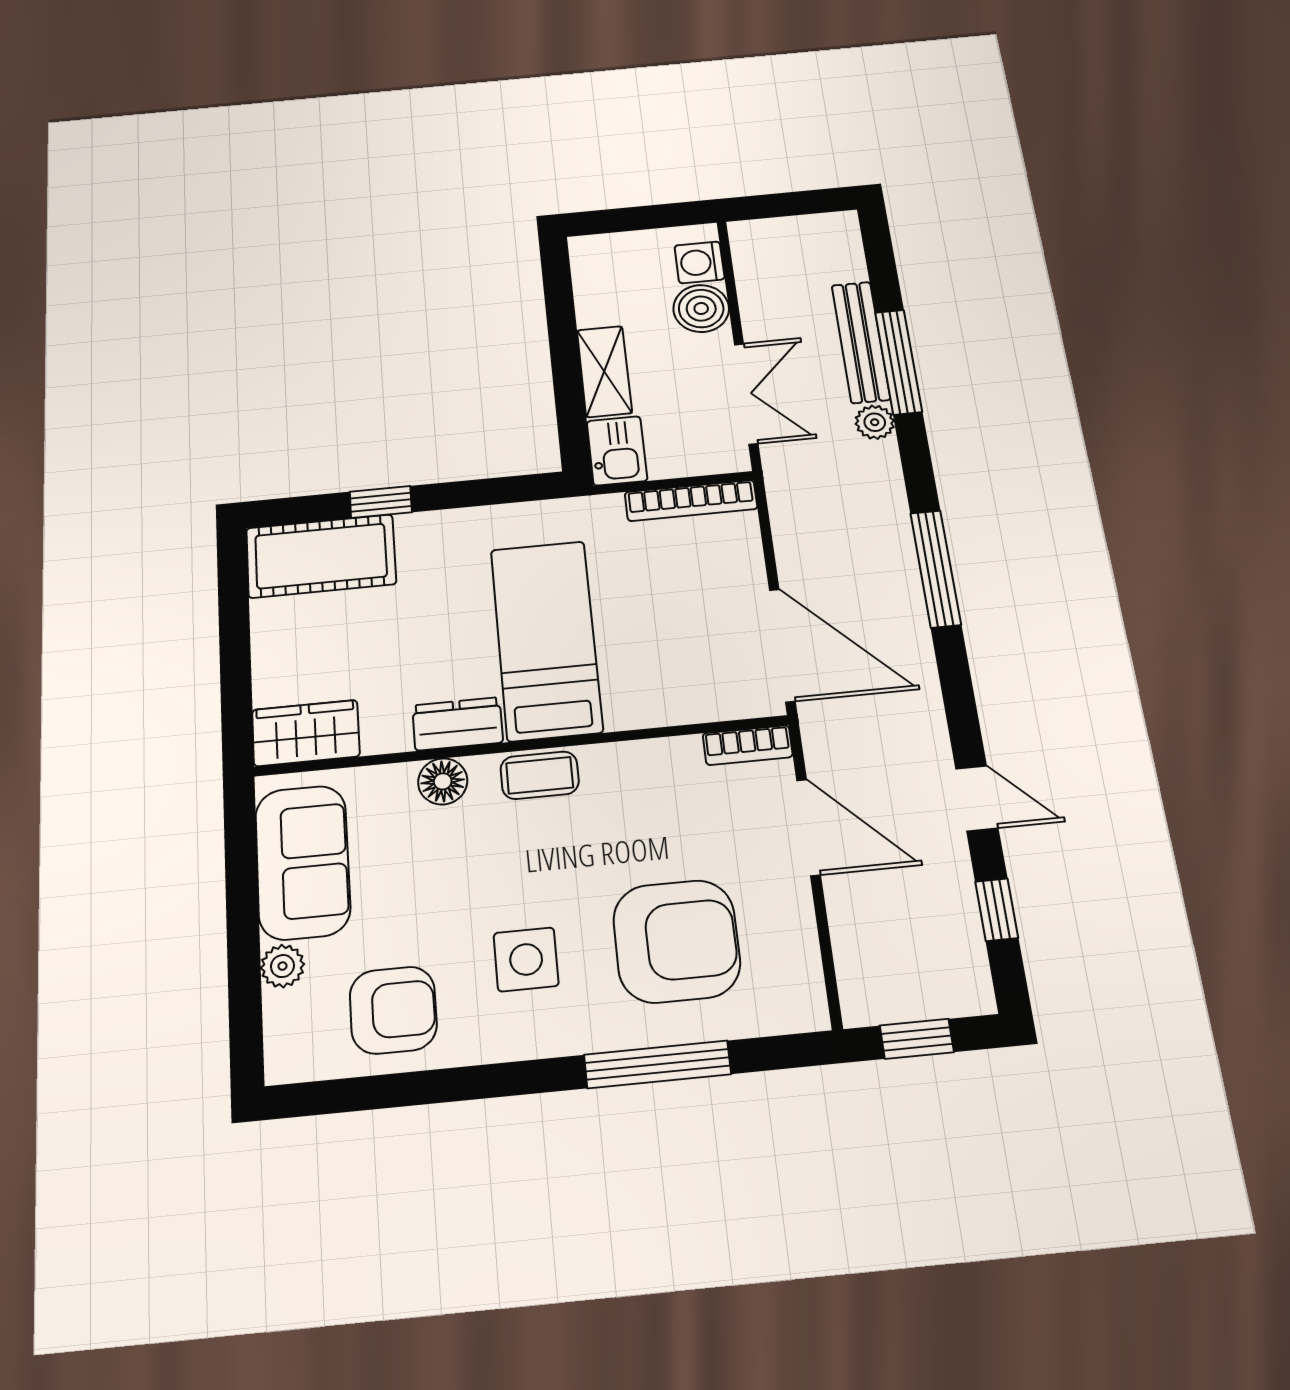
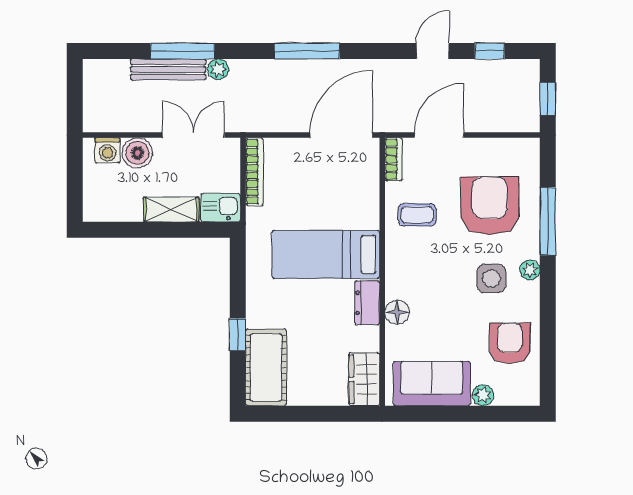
coffee table: (540, 775) -> (417, 215), moved, turned 90
plant: (551, 1037) -> (530, 270), added

